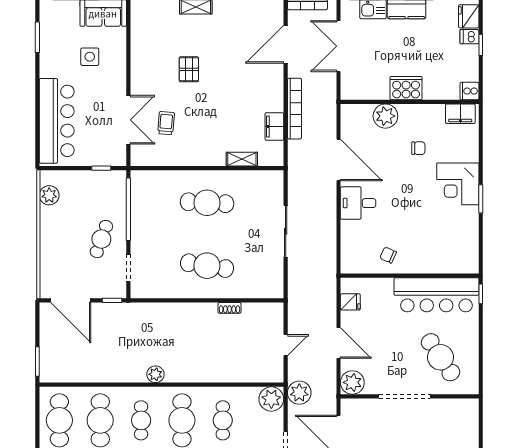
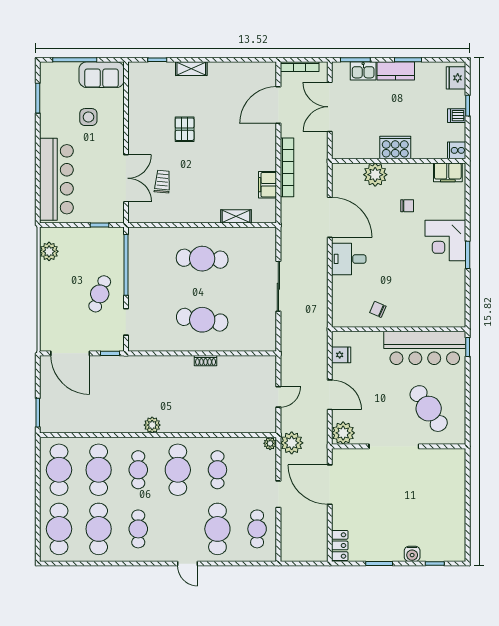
dishwasher: (469, 37) -> (457, 116), moved
shoe rack: (229, 308) -> (206, 361), moved
plant: (271, 399) -> (270, 443), width x0.53, depth x0.53

